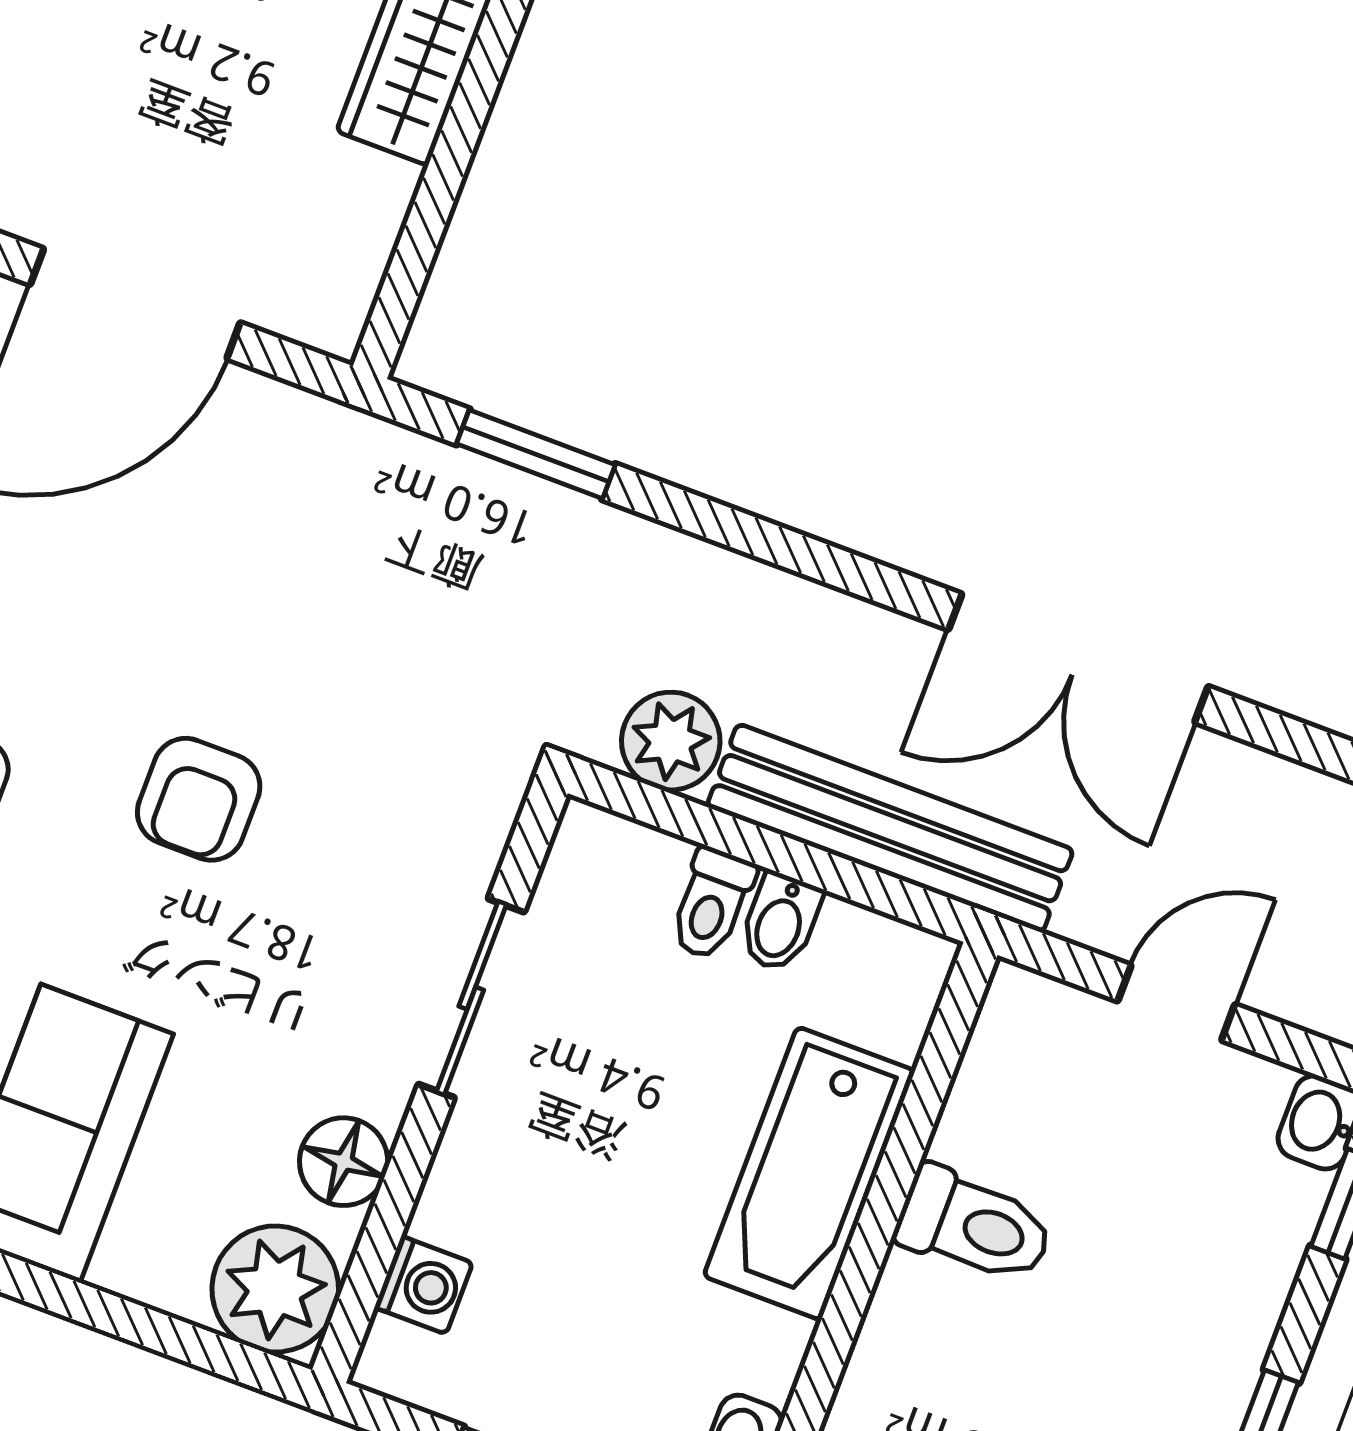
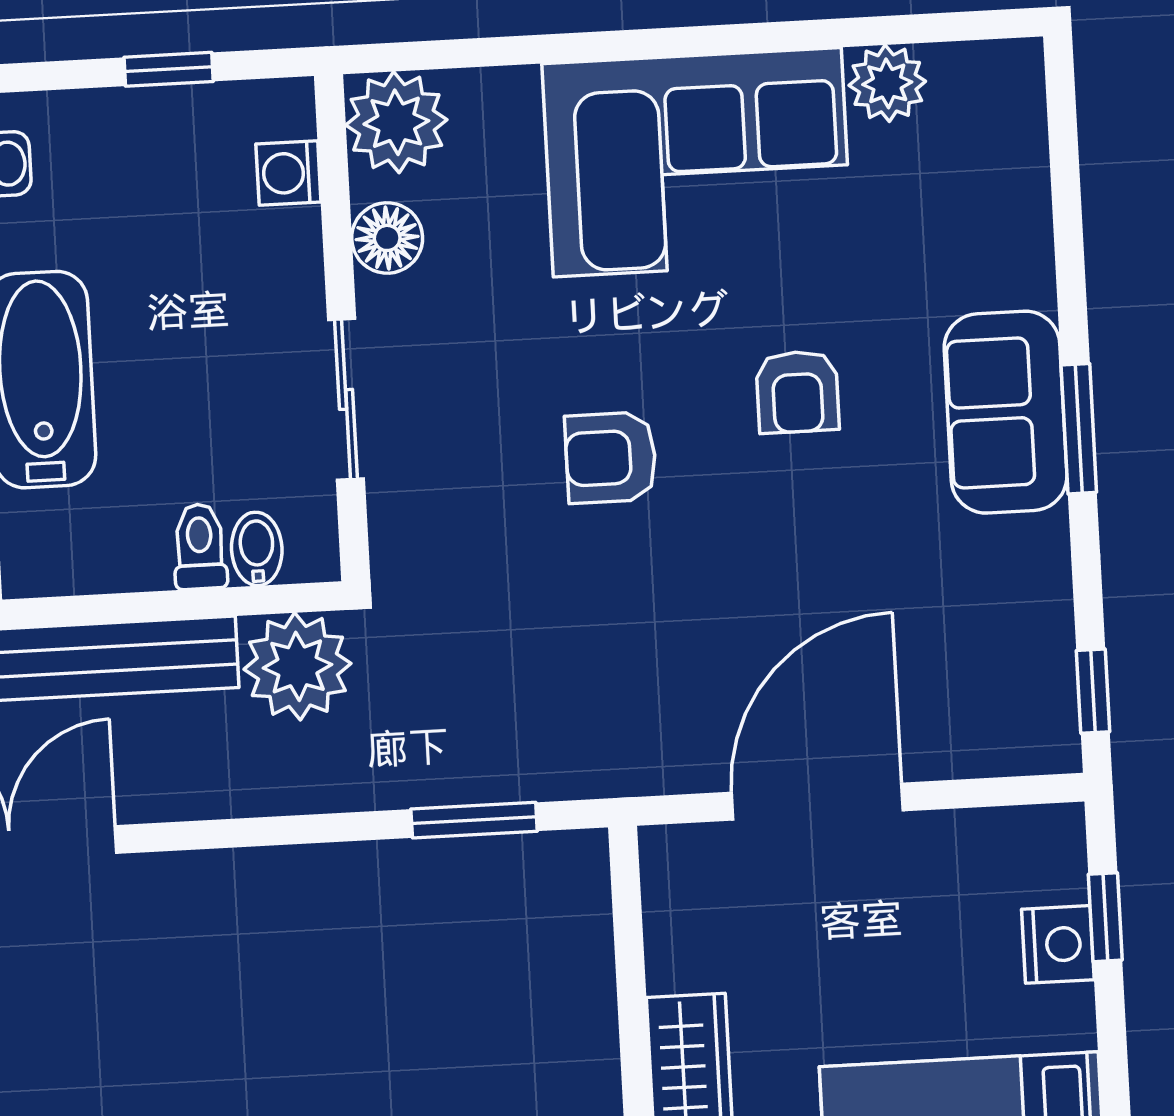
plant: (671, 741) -> (297, 666), width x1.36, depth x1.36
armchair: (199, 799) -> (611, 458), turned -90
bidet: (780, 922) -> (257, 549), moved

